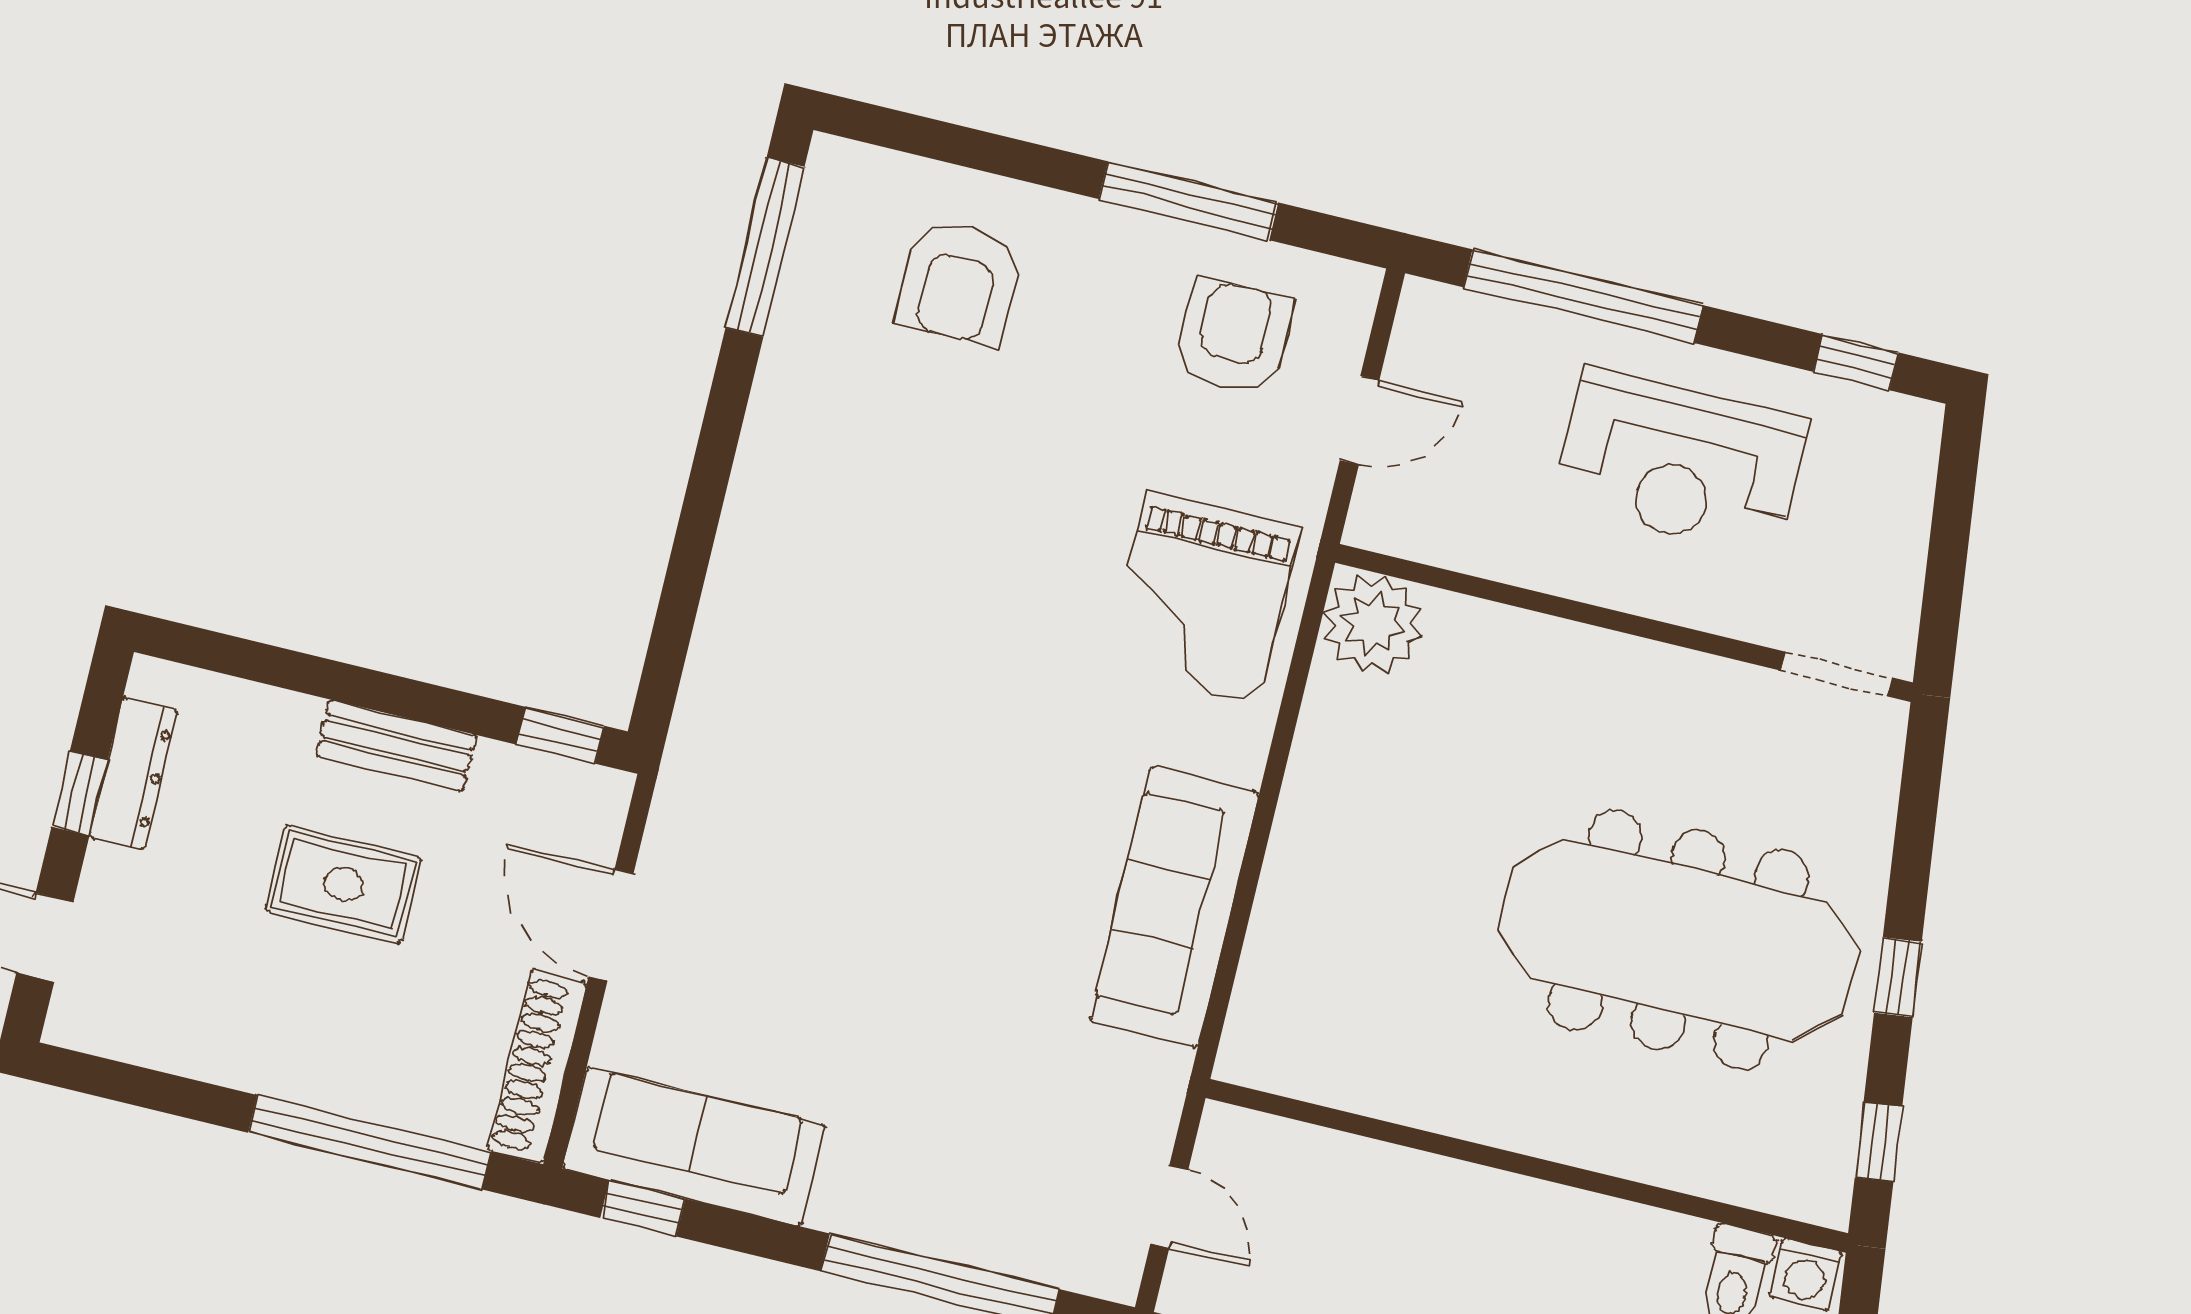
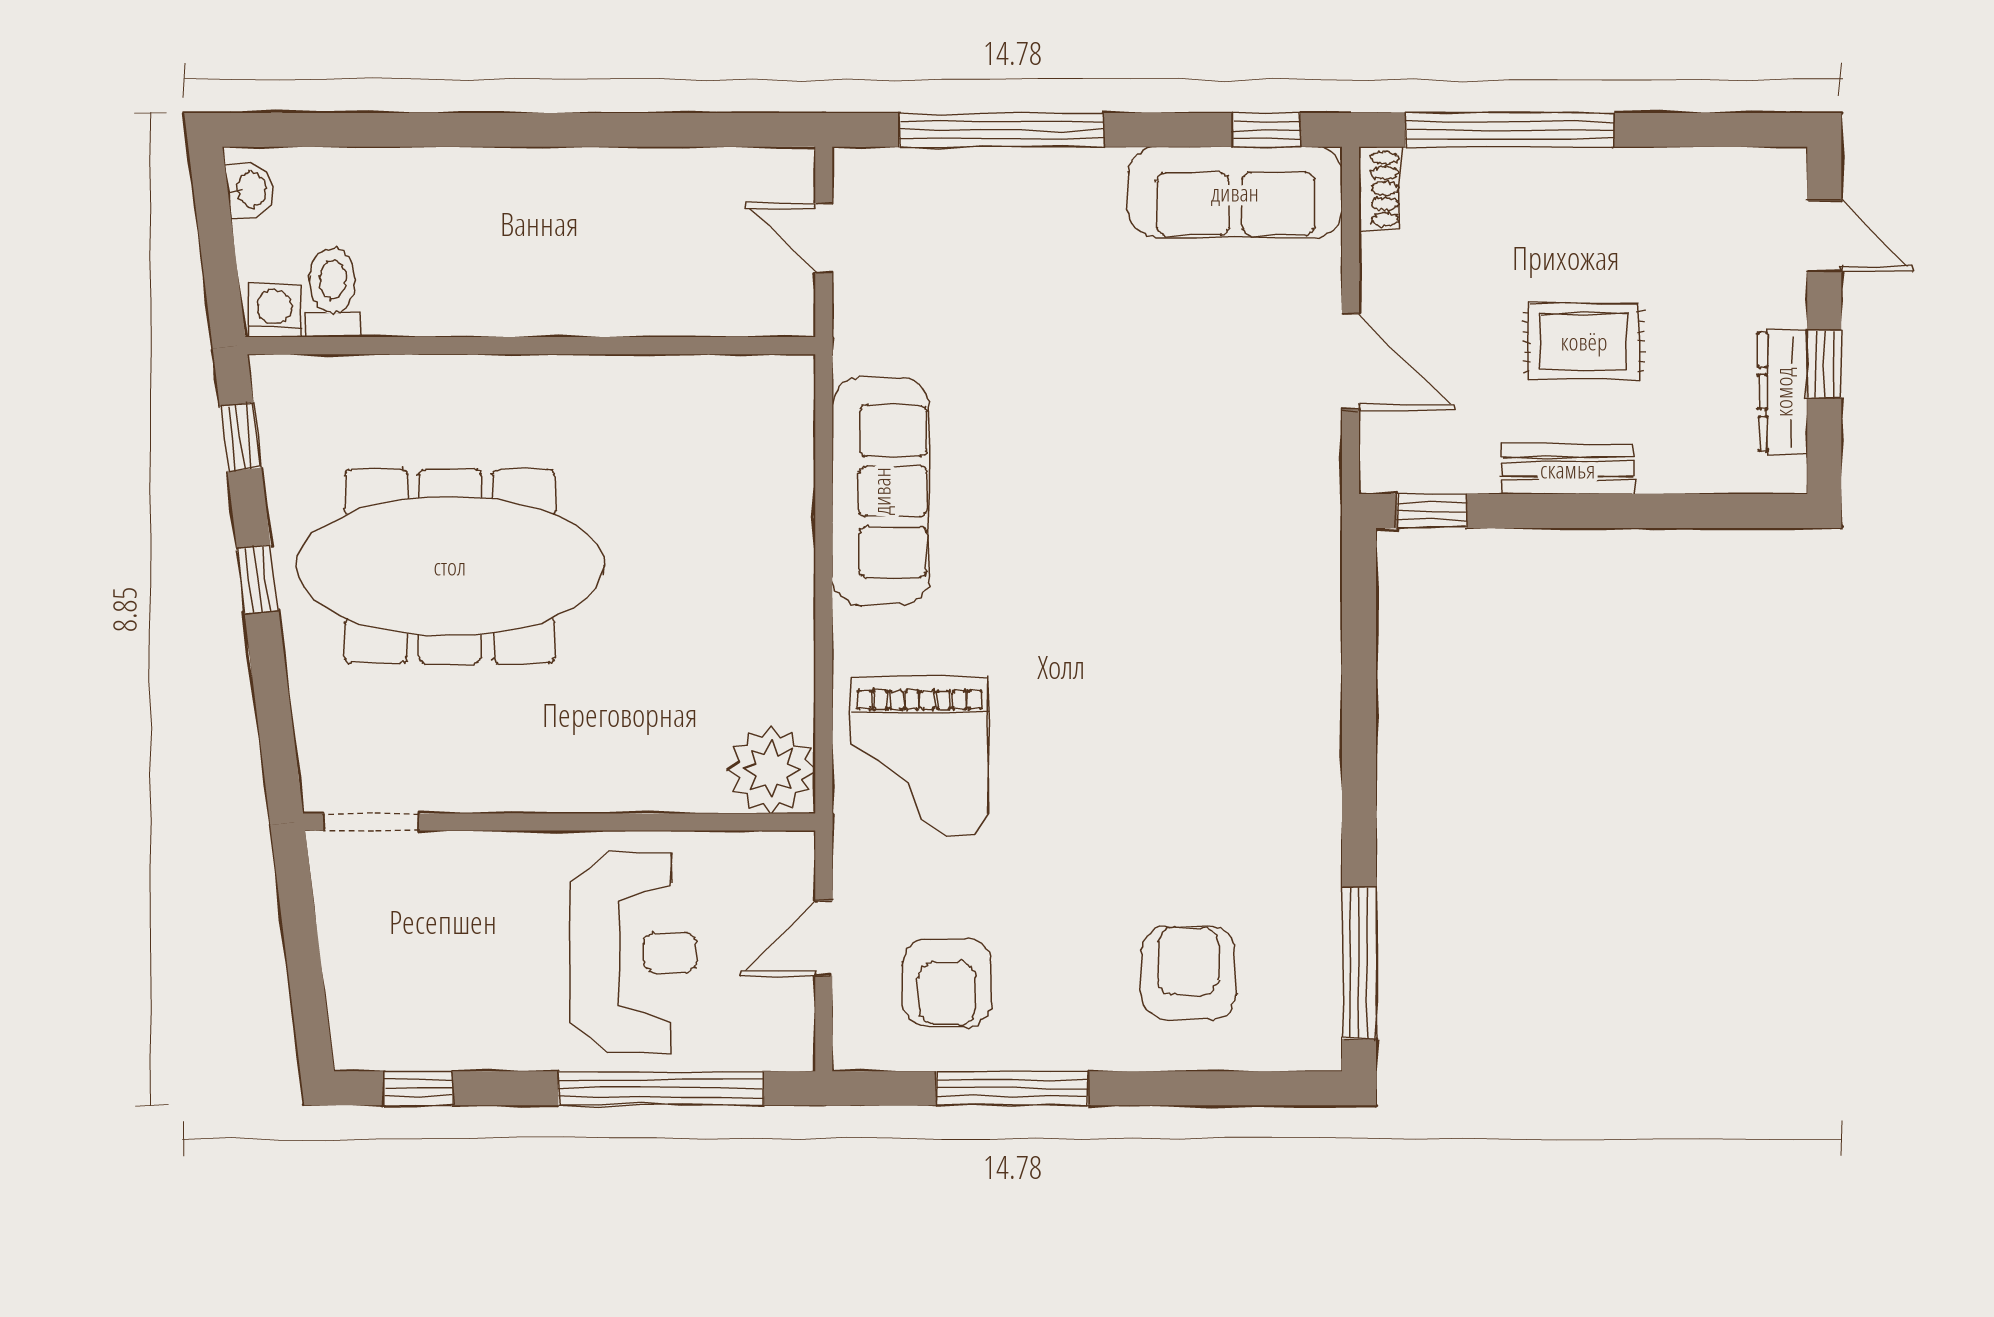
reception desk: (1680, 463) -> (633, 952), moved, turned 90
grand piano: (1202, 598) -> (920, 757), turned 180
shoe rack: (537, 1066) -> (1379, 188), width x0.51, depth x0.81

